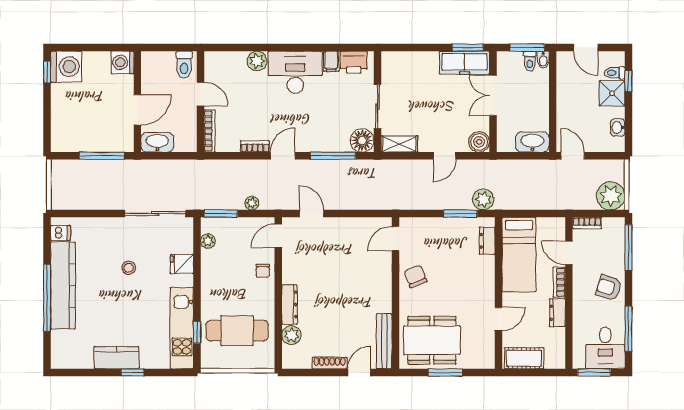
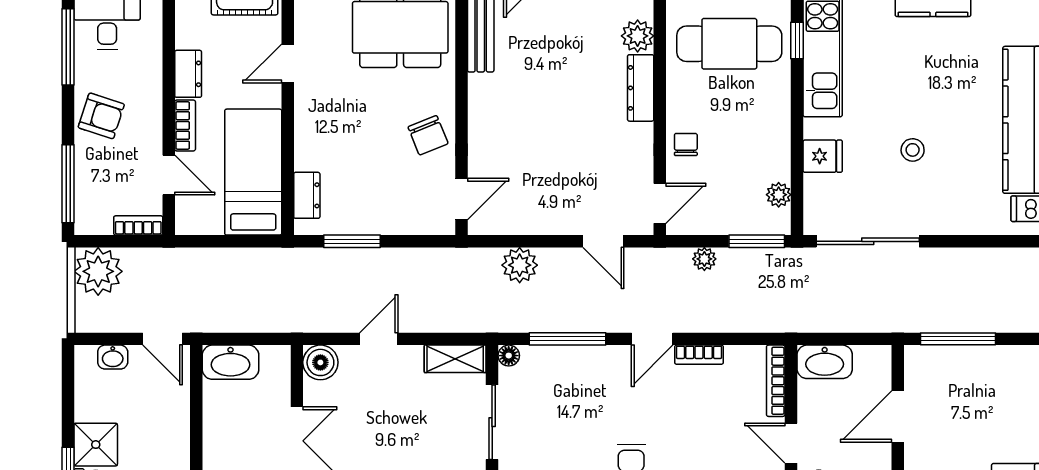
washbasin: (618, 127) -> (113, 357), moved, turned 90
floor lamp: (362, 140) -> (509, 356), width x0.53, depth x0.53
washbasin: (157, 142) -> (825, 362), moved
plant: (483, 200) -> (520, 265), moved

